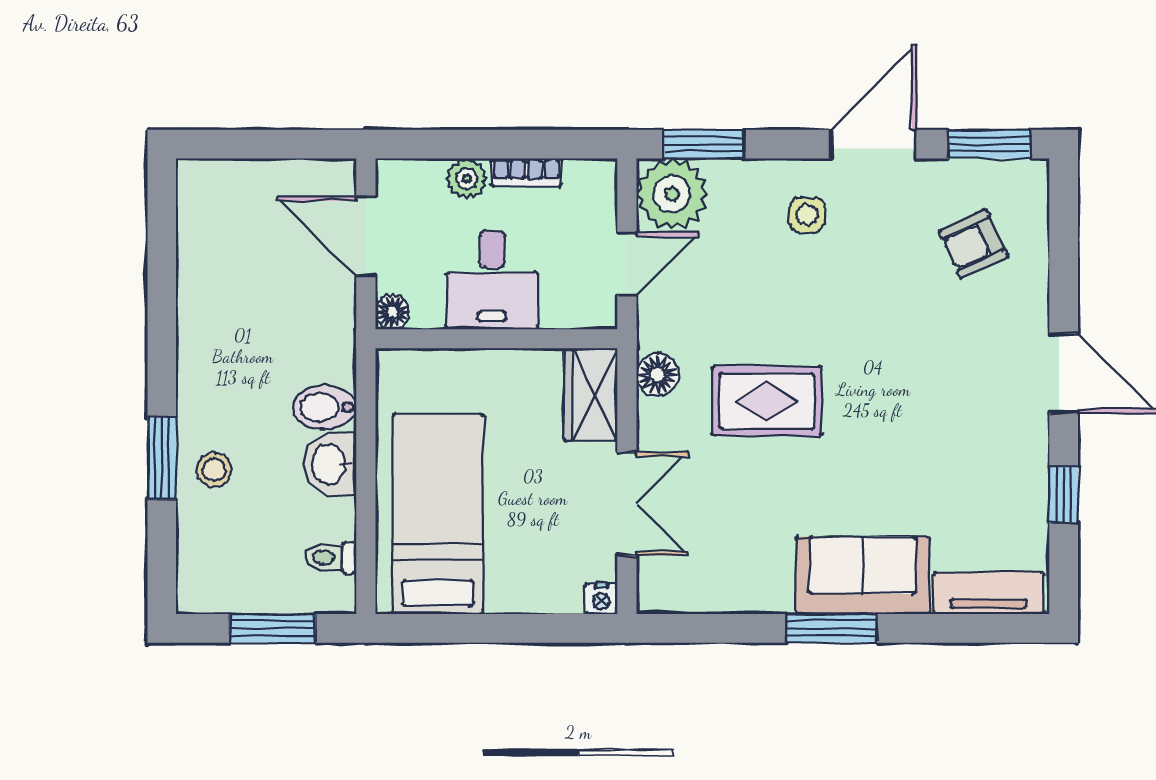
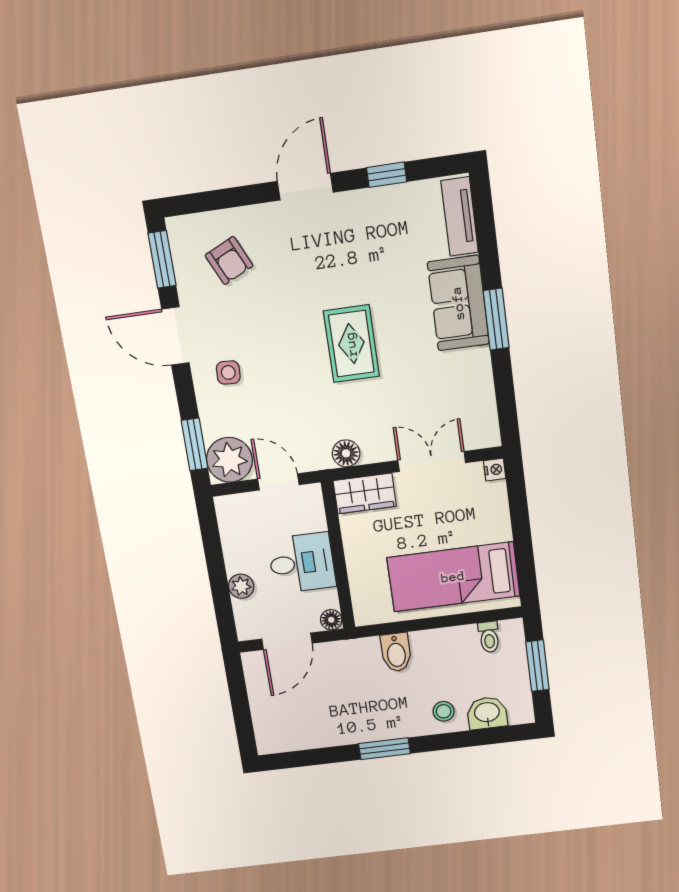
bookcase: (526, 173) -> (231, 551), removed
rug: (767, 401) -> (351, 344), moved
window: (162, 458) -> (384, 749), moved
washbasin: (330, 464) -> (487, 713), moved, turned 180

